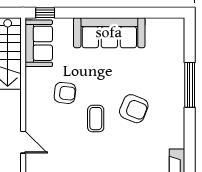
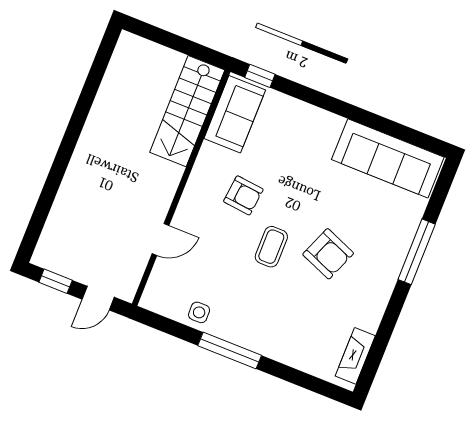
sofa: (109, 33) -> (388, 158), moved
door: (23, 142) -> (160, 240), hinge flipped

